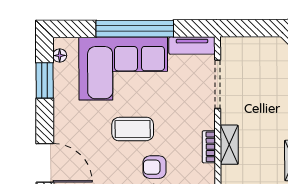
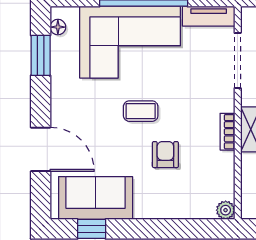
coffee table: (133, 129) -> (141, 111), width x0.73, depth x0.77
armchair: (154, 167) -> (165, 155), turned 90

